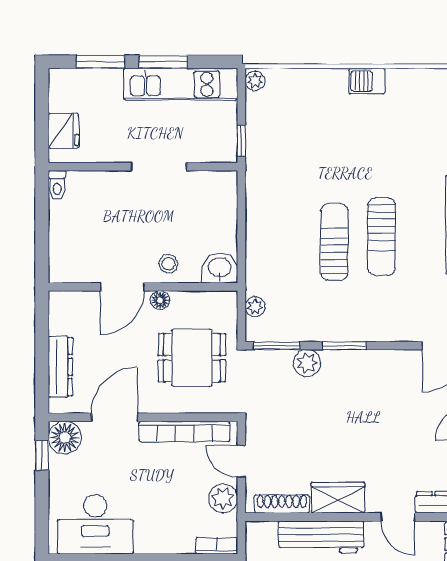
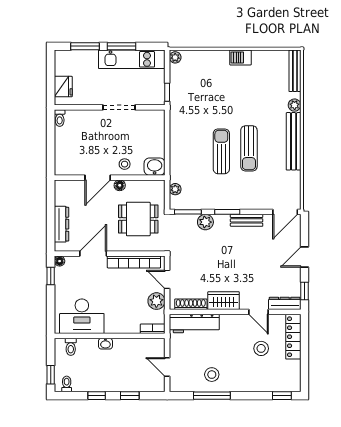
bench: (377, 360) -> (247, 220), added
floor lamp: (65, 438) -> (60, 261), width x0.53, depth x0.53
workbench: (321, 537) -> (194, 324), moved

